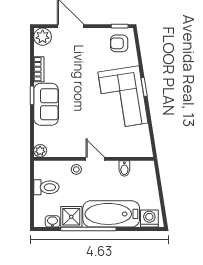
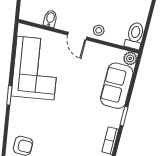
corner sofa: (123, 98) -> (35, 68), moved
sofa: (46, 104) -> (117, 86), moved
toilet: (46, 187) -> (135, 36), moved, turned 90

